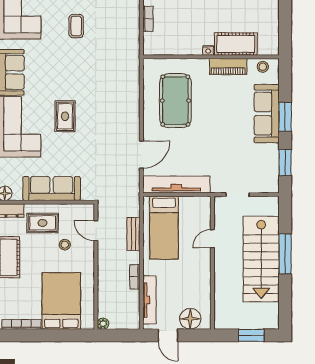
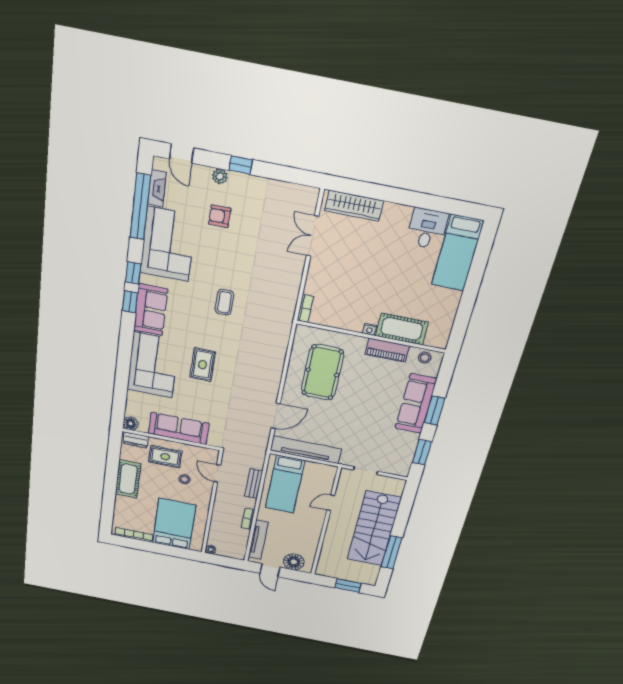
bookcase: (148, 19) -> (305, 309), moved
coffee table: (76, 26) -> (224, 302), moved
window: (285, 254) -> (392, 552), moved

